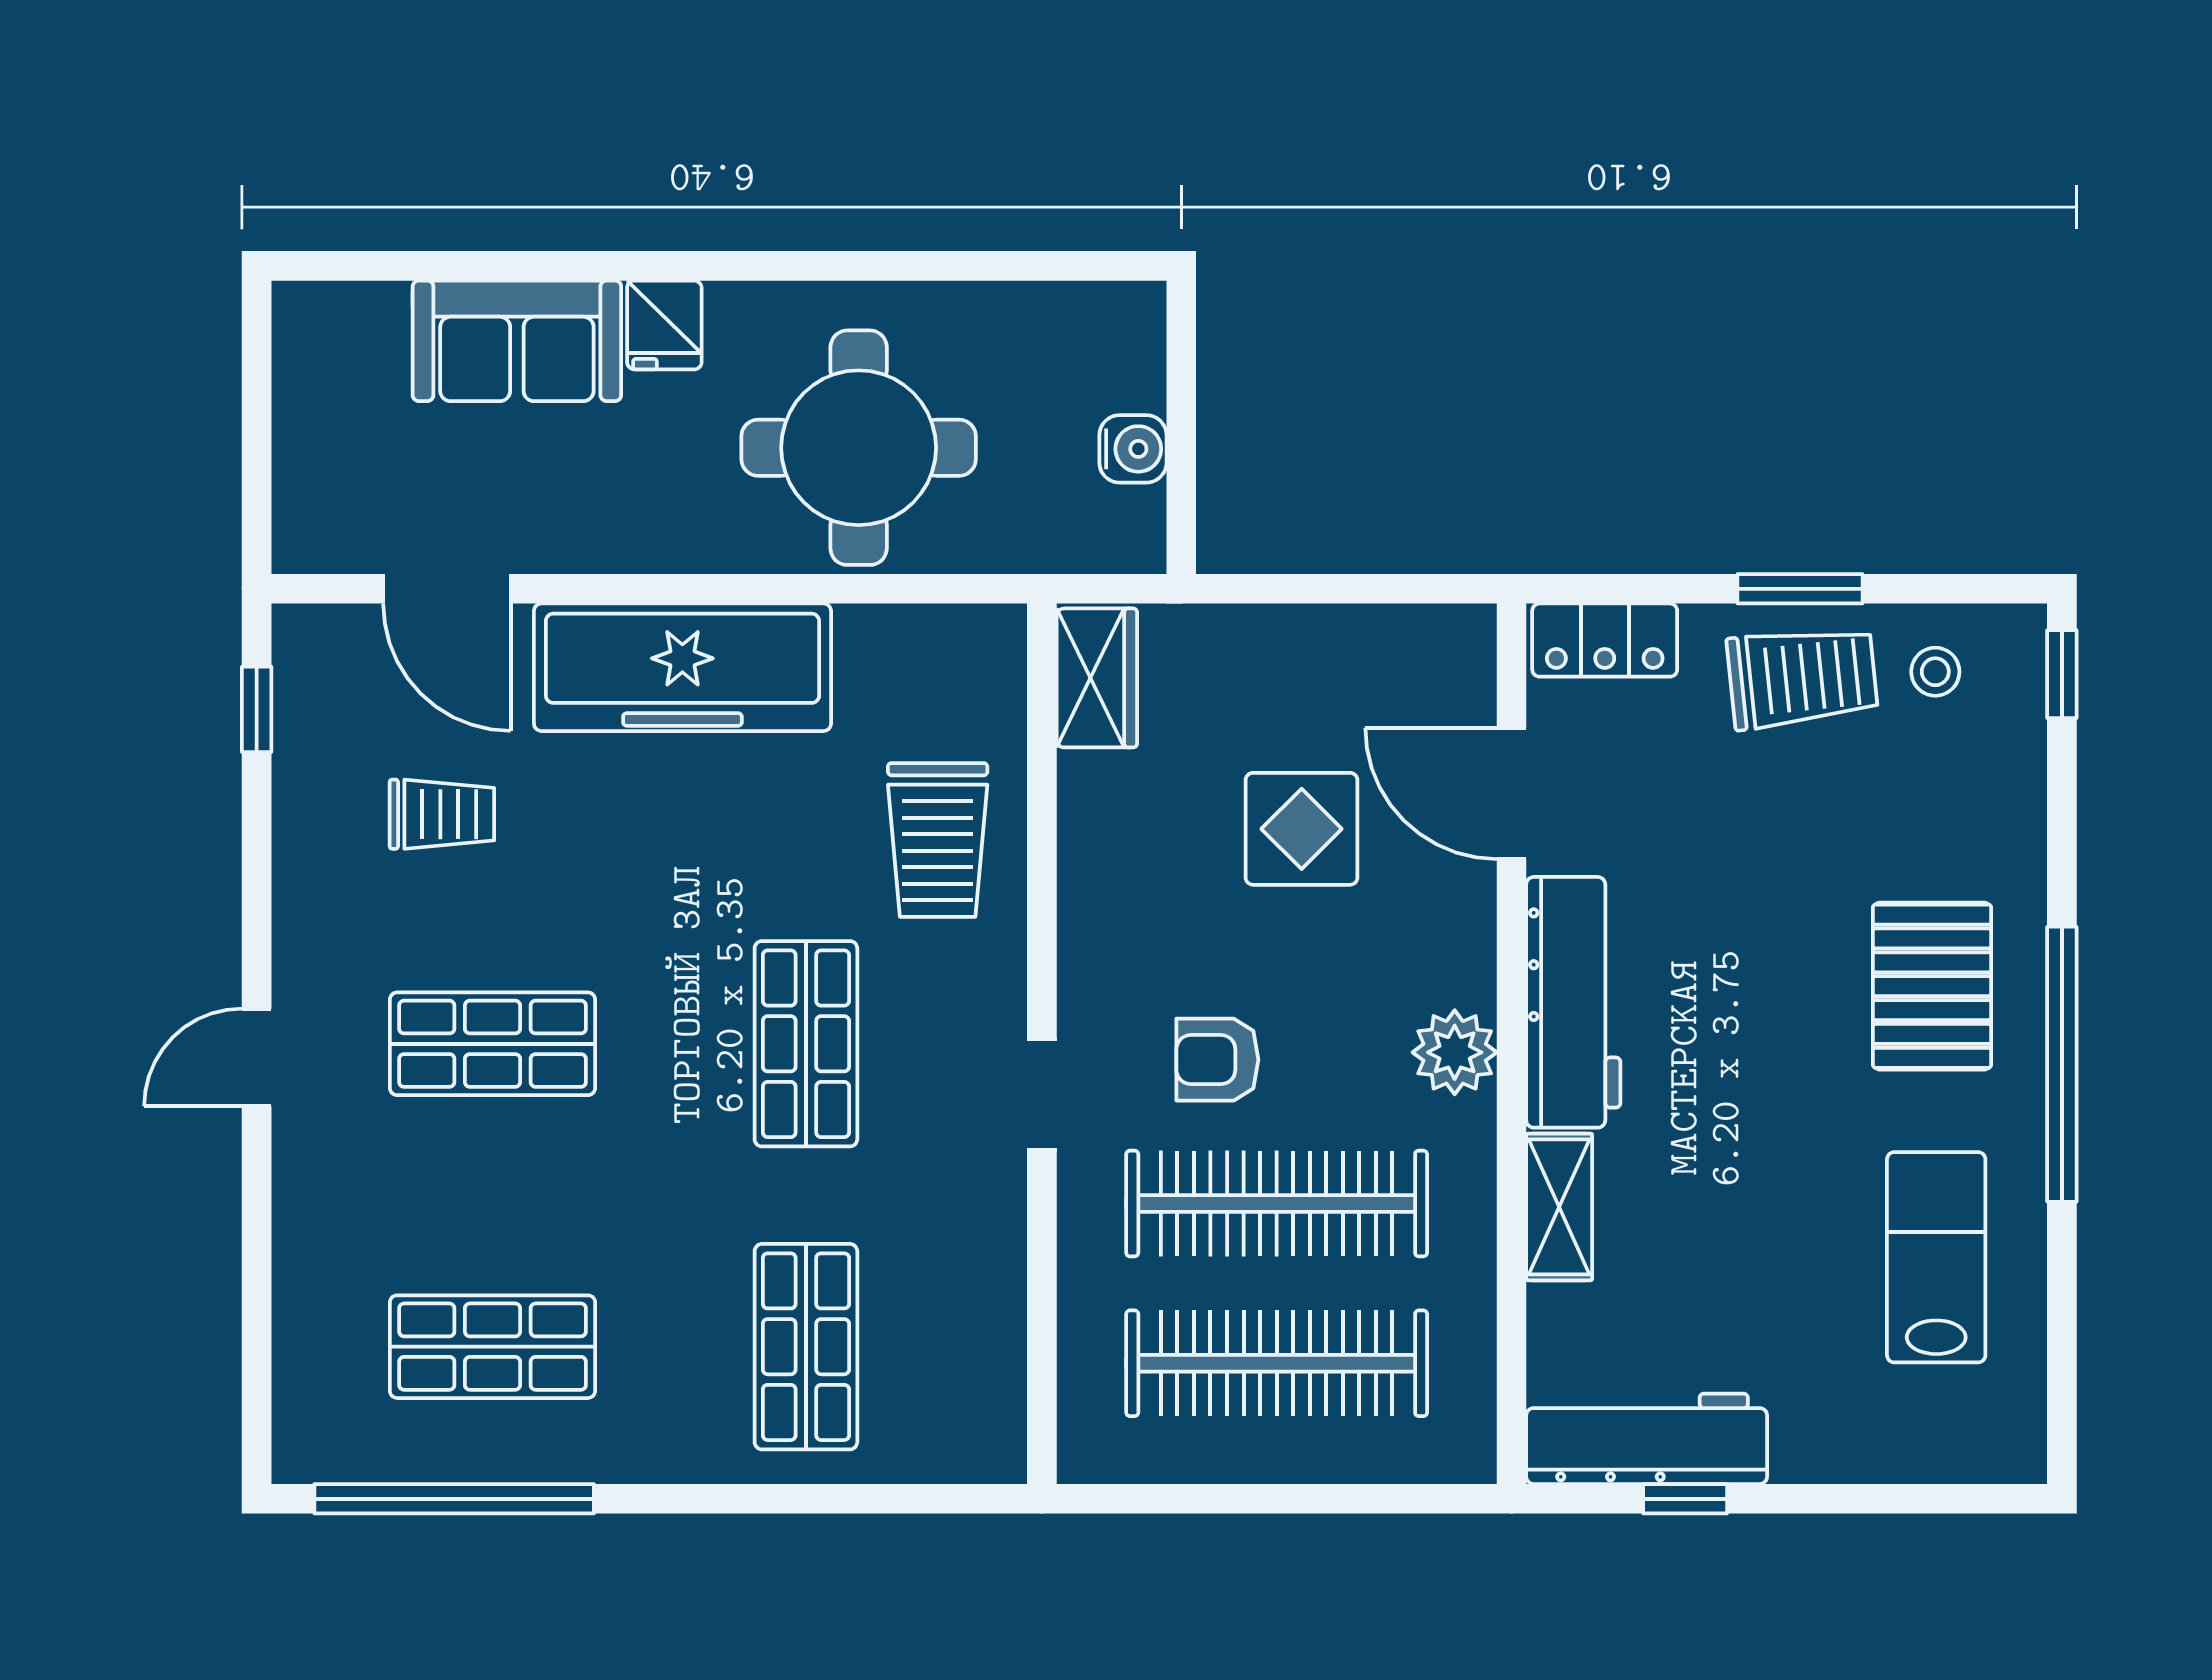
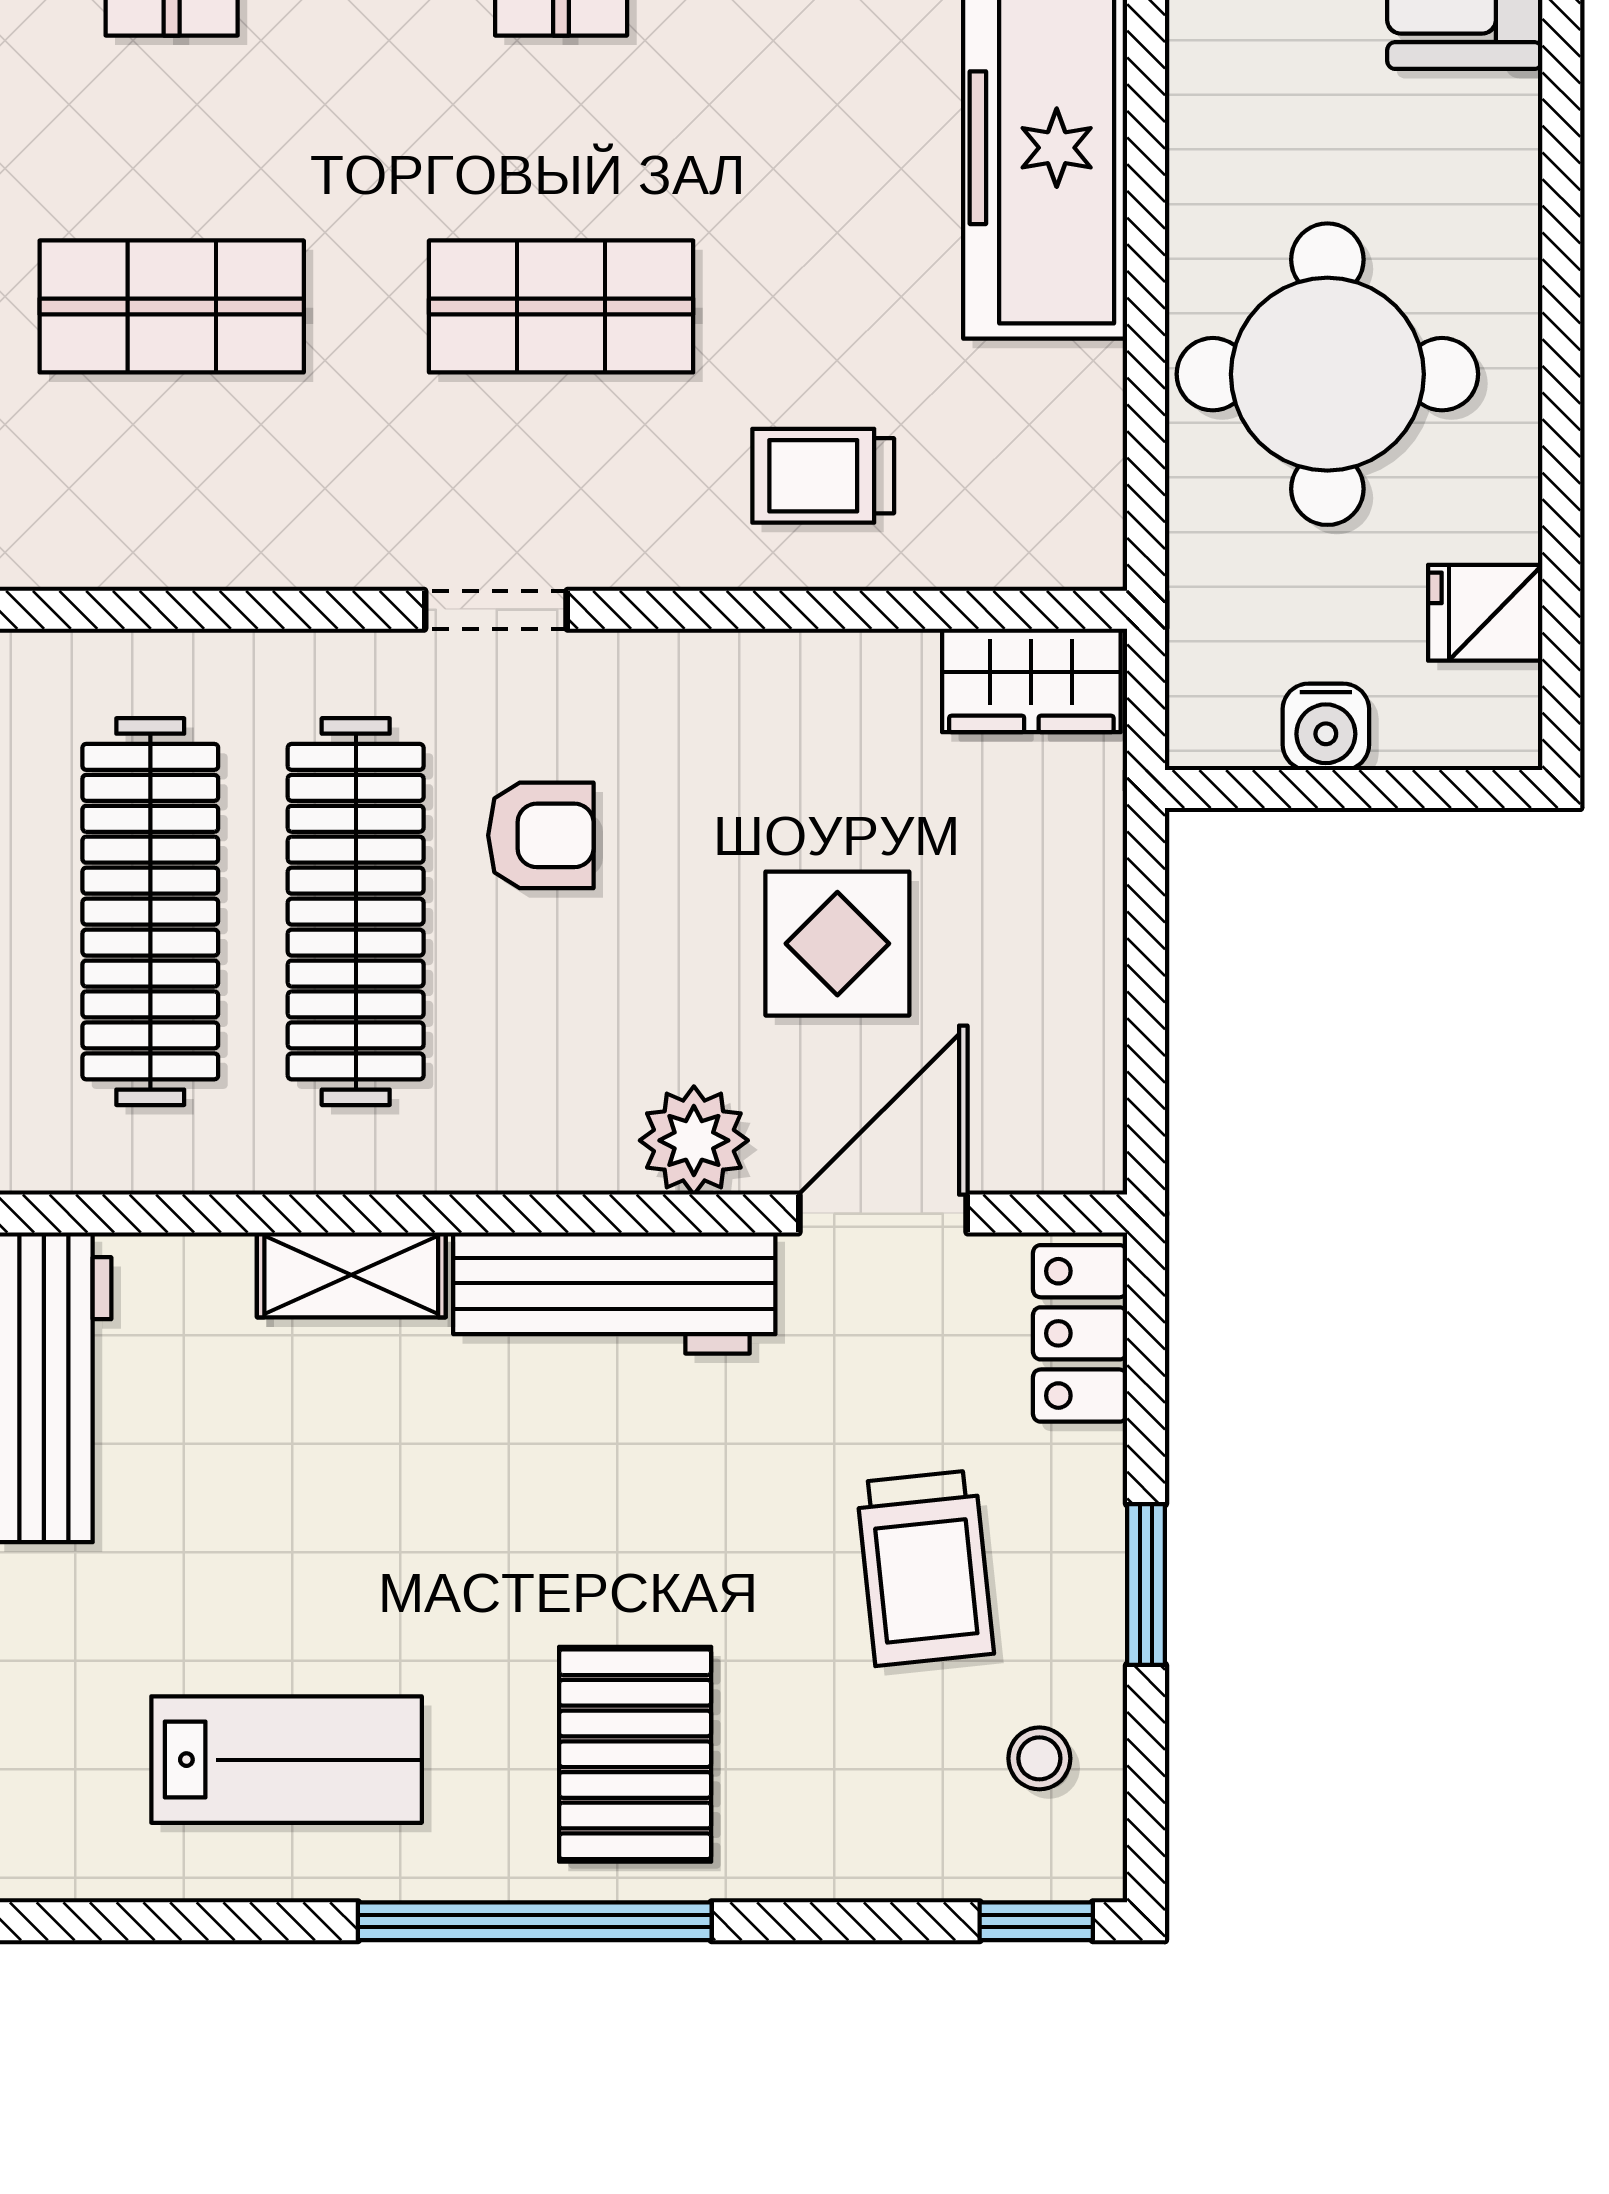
fridge: (664, 325) -> (1485, 613), moved
trolley: (1802, 677) -> (925, 1568), moved
trolley: (938, 840) -> (823, 476), width x0.73, depth x0.72
pallet: (1932, 986) -> (635, 1754), turned 90
plant: (1455, 1052) -> (694, 1140), moved
armchair: (1217, 1060) -> (541, 835), turned 90

